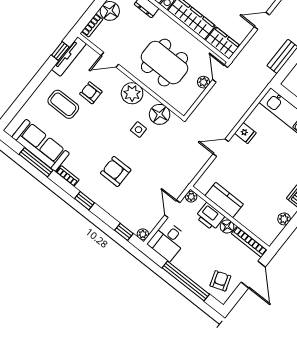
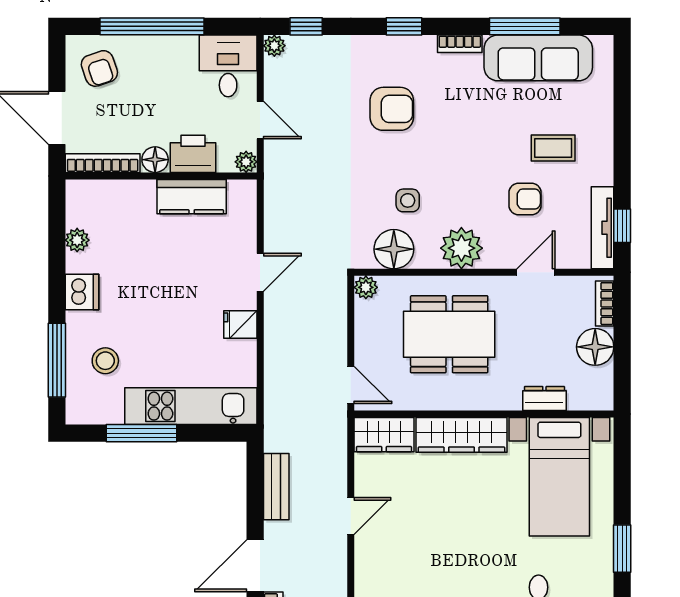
plant: (204, 82) -> (366, 287), moved
coffee table: (63, 104) -> (553, 148), width x0.73, depth x0.77

